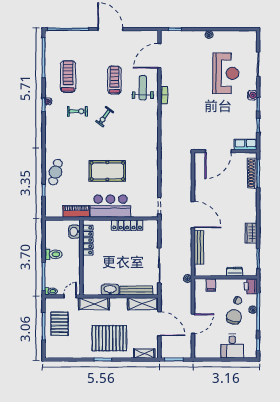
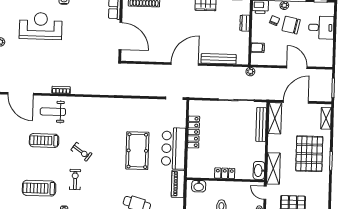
locker: (88, 240) -> (225, 173), moved, width x0.66
washbasin: (110, 290) -> (259, 170), moved

